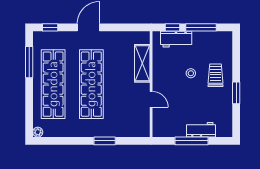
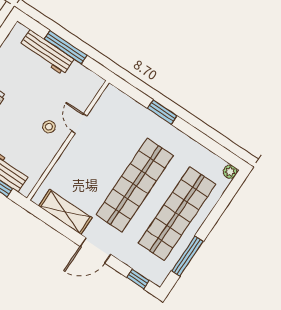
shelving: (142, 63) -> (65, 212), moved, turned 90
stool: (191, 73) -> (49, 127), moved
workbench: (201, 130) -> (47, 52), width x1.38

